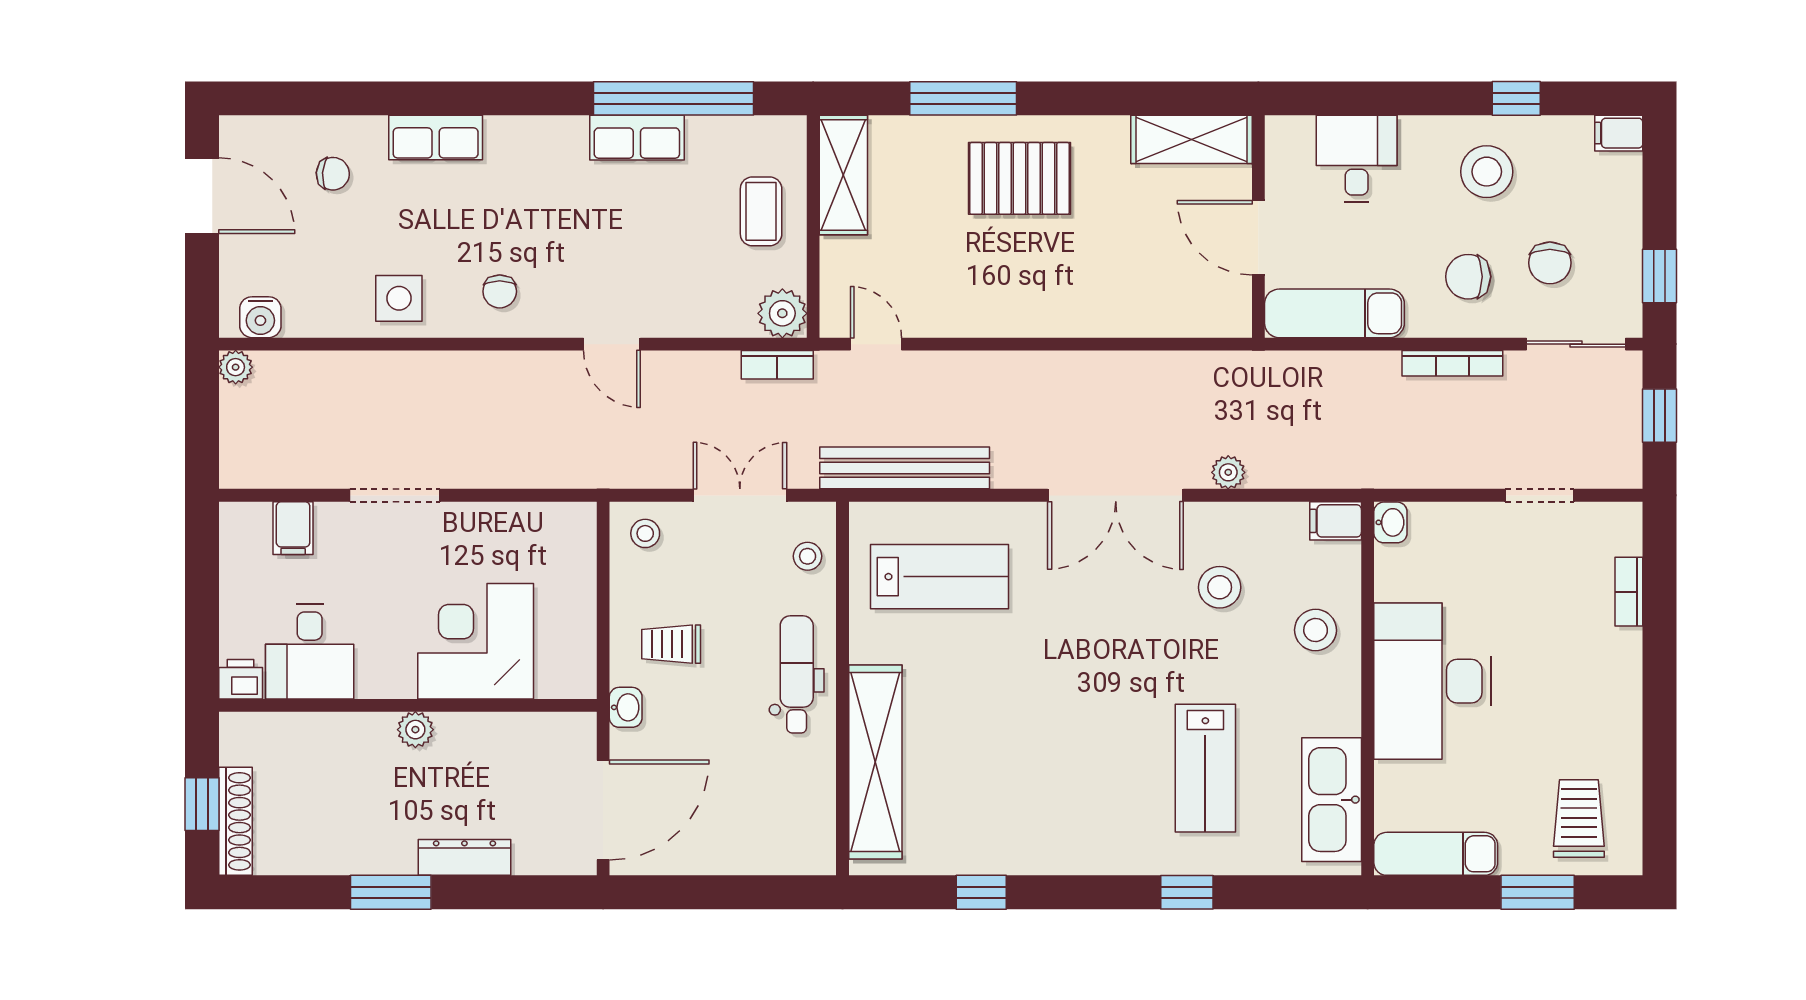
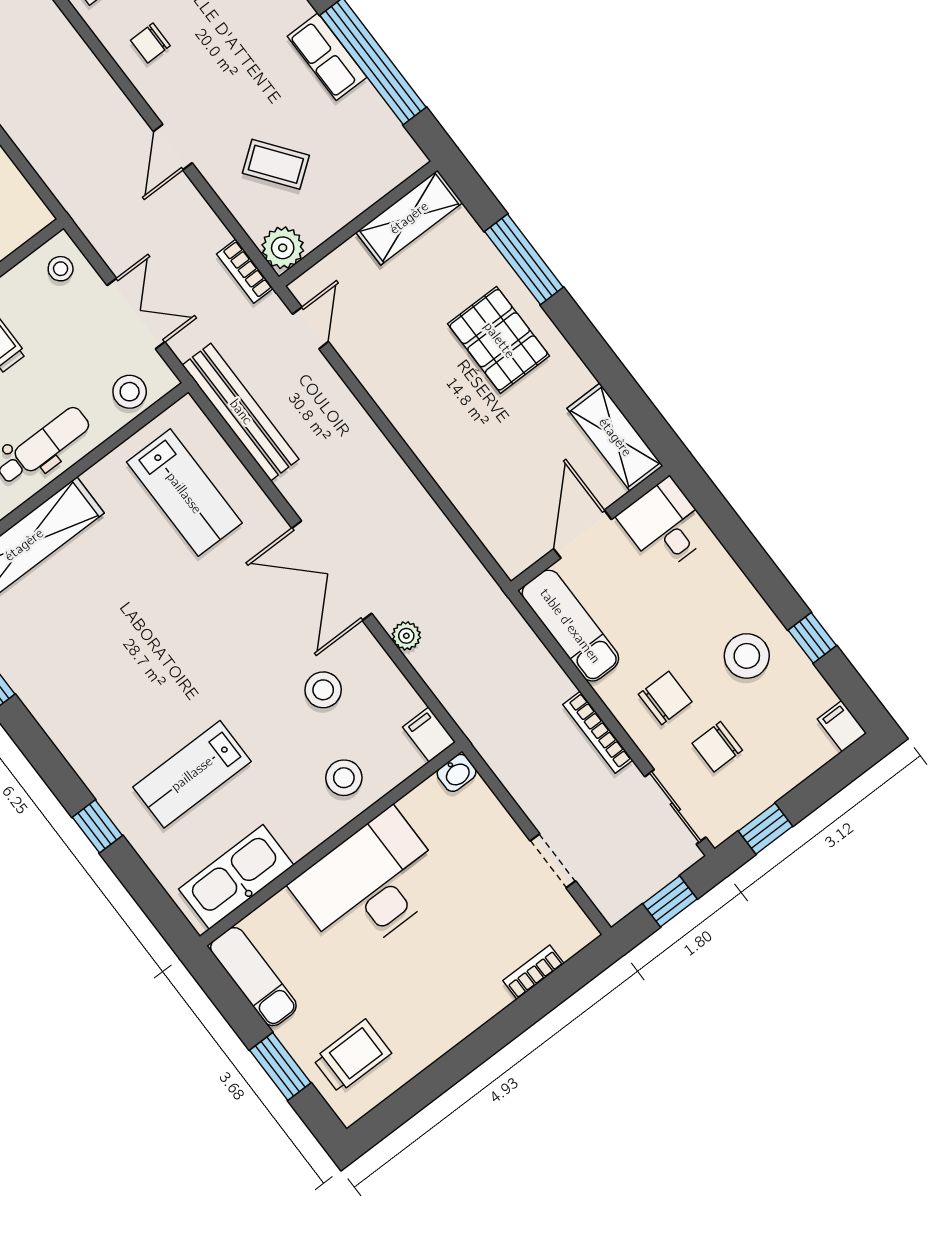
desk: (1357, 159) -> (665, 525), moved, turned -90
coffee table: (761, 211) -> (276, 164), moved, turned 53
chair: (1468, 277) -> (665, 698), turned 90
stool: (808, 556) -> (130, 392), width x1.37, depth x1.37

